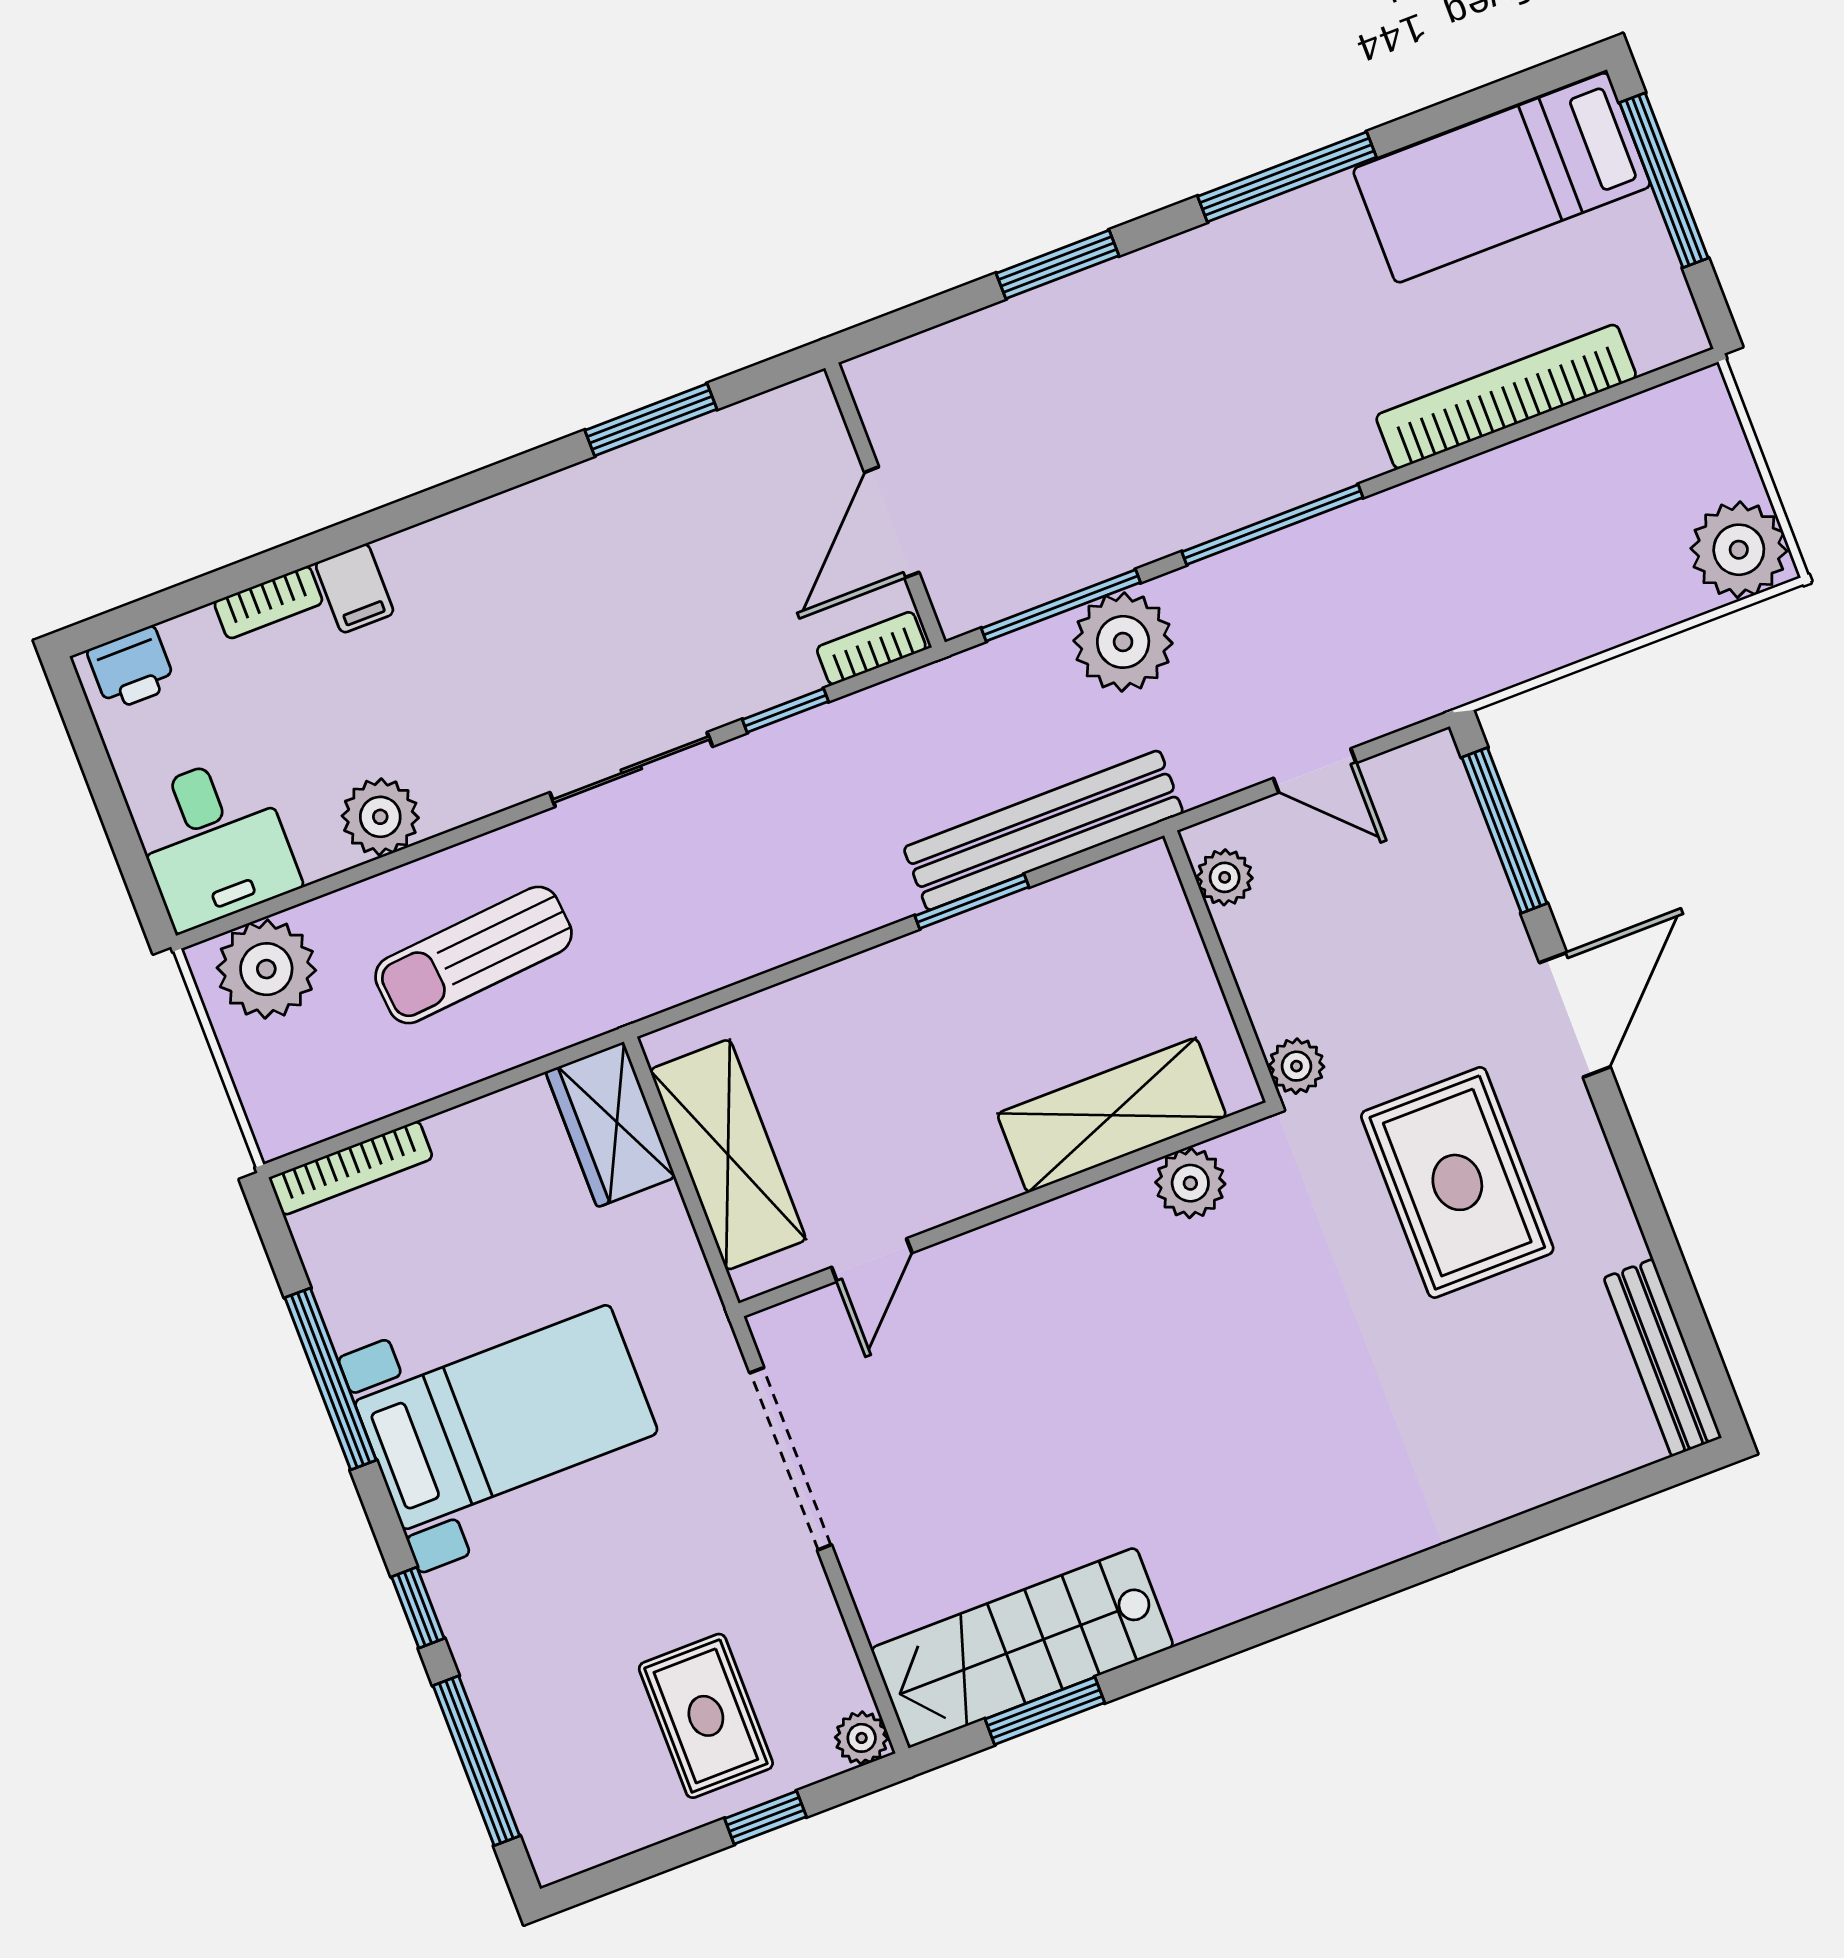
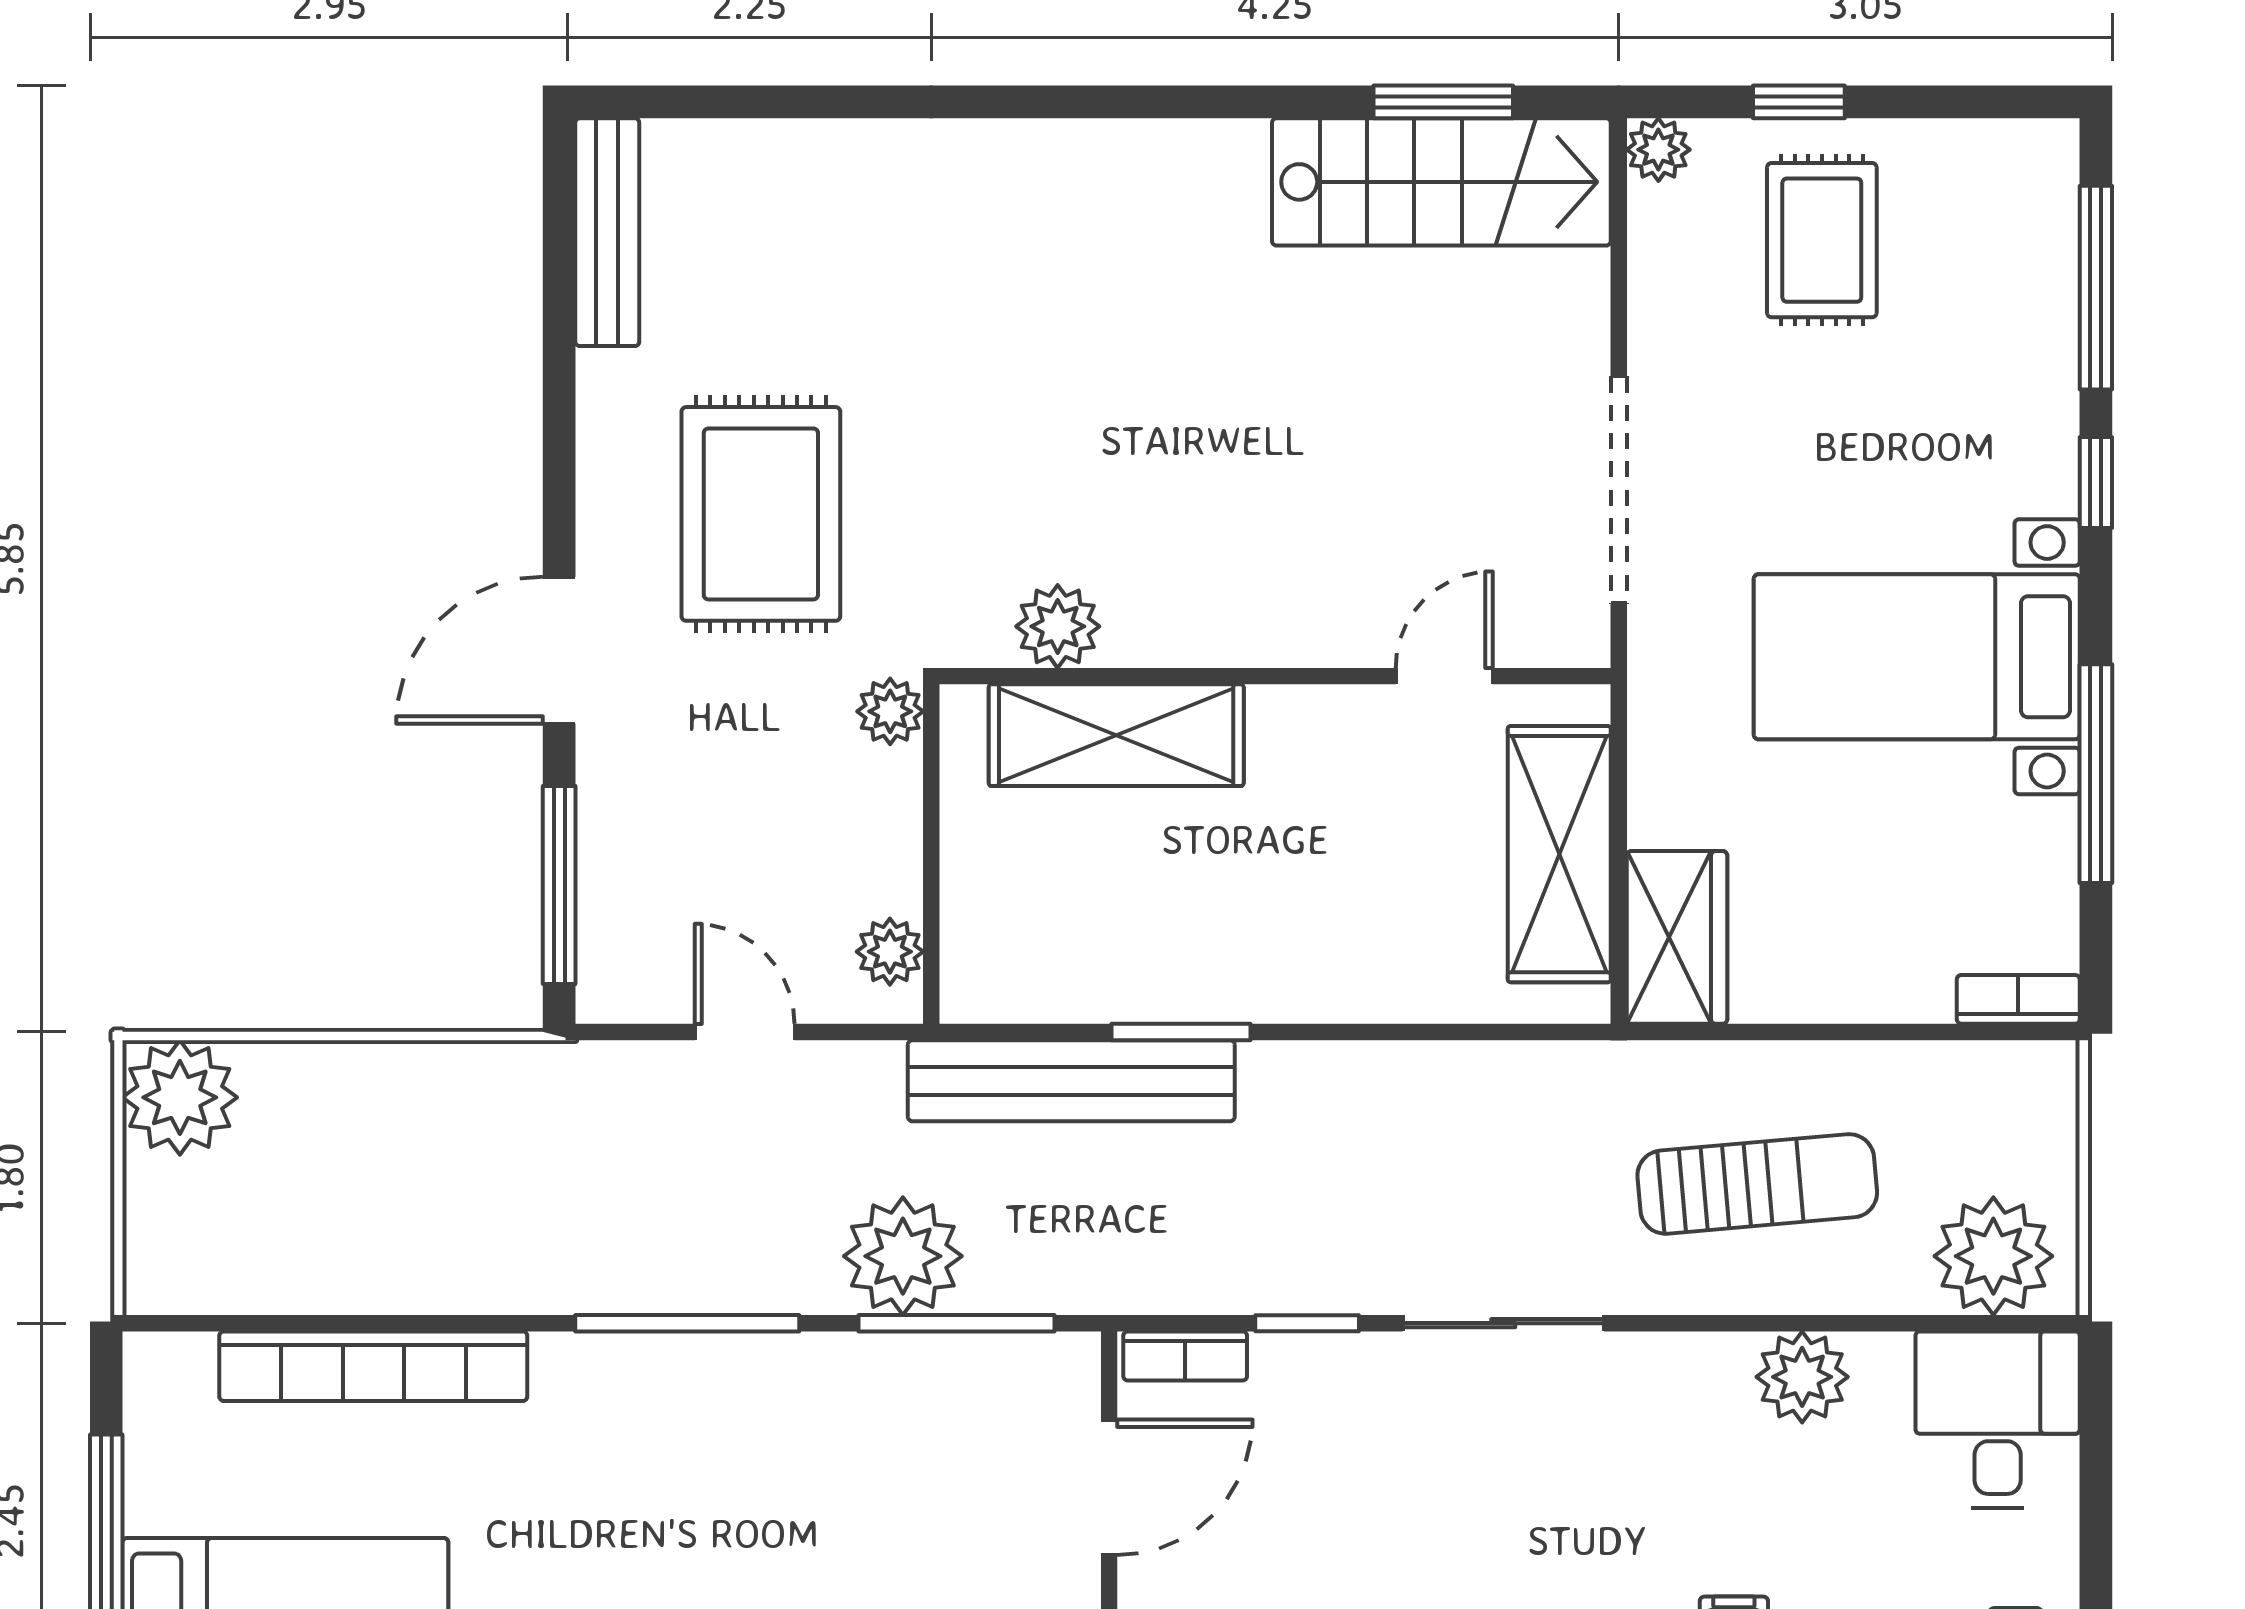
bookcase: (351, 1168) -> (2018, 999), width x0.64

